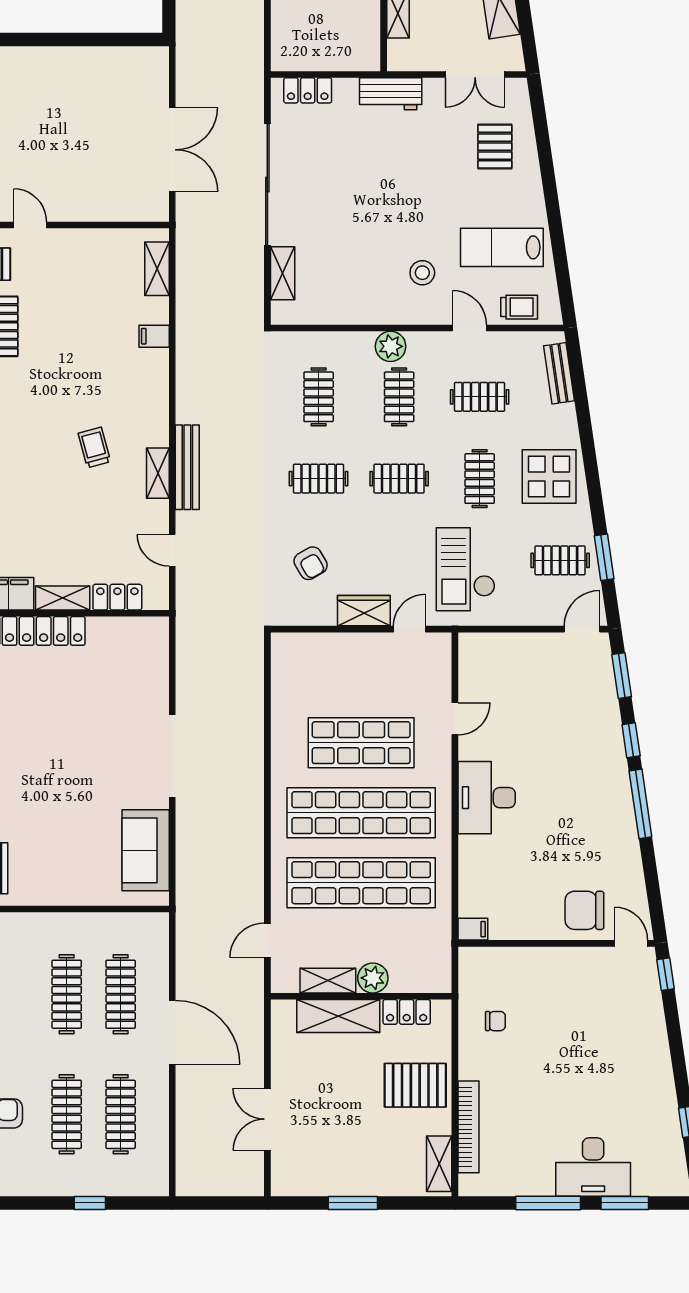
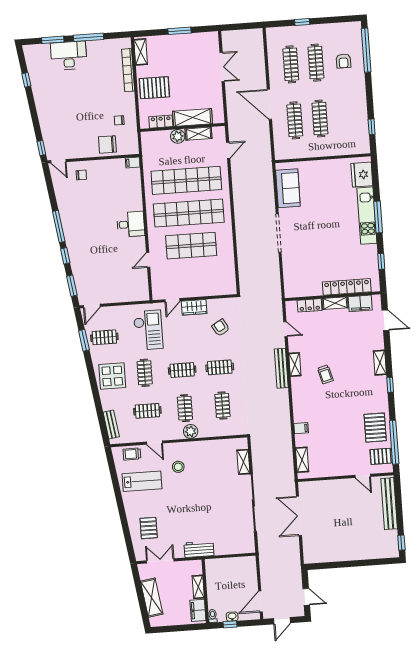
locker: (308, 90) -> (238, 548), removed
desk: (487, 798) -> (131, 224), width x0.73
chair: (584, 910) -> (81, 175), width x0.54, depth x0.54
chair: (524, 971) -> (107, 144), added

